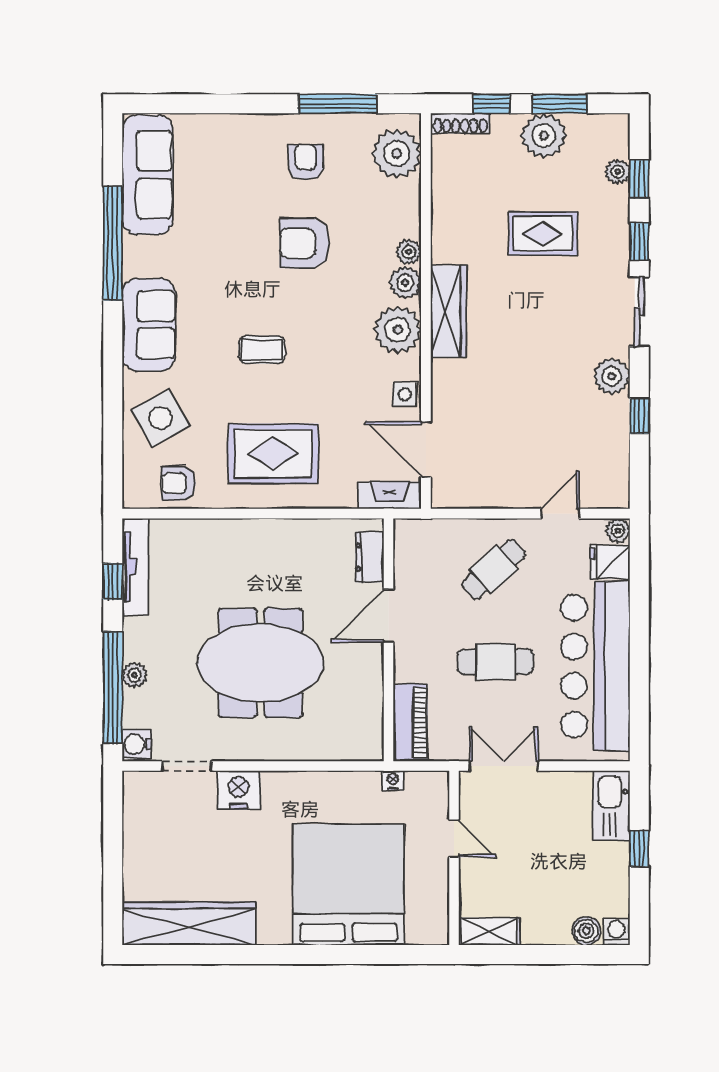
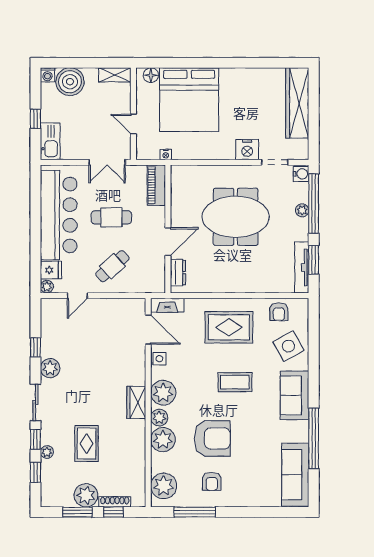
shoe rack: (460, 123) -> (115, 502), moved
plant: (618, 172) -> (47, 452), moved
rug: (543, 234) -> (87, 444), turned 90
armchair: (305, 243) -> (212, 438), width x1.36, depth x1.36
plant: (409, 252) -> (163, 440), width x1.87, depth x1.87
wardrobe: (448, 311) -> (136, 402), width x0.67
coffee table: (262, 350) -> (235, 382), width x1.36, depth x1.30
armchair: (179, 483) -> (279, 312), turned 90
window: (113, 581) -> (314, 260), width x1.50
wardrobe: (189, 924) -> (297, 103), moved, turned 90
floor lamp: (421, 931) -> (151, 75), added
boiler: (586, 931) -> (70, 82), width x1.86, depth x1.86

